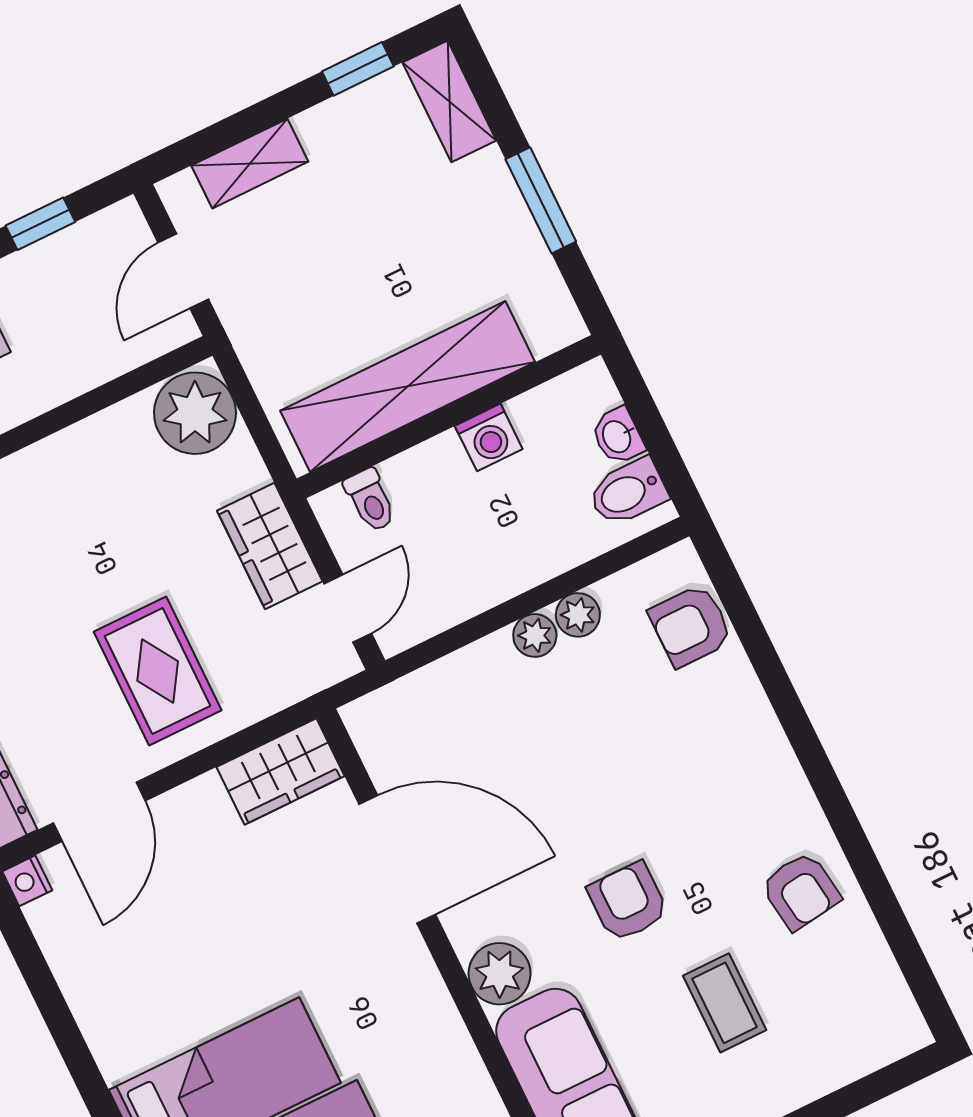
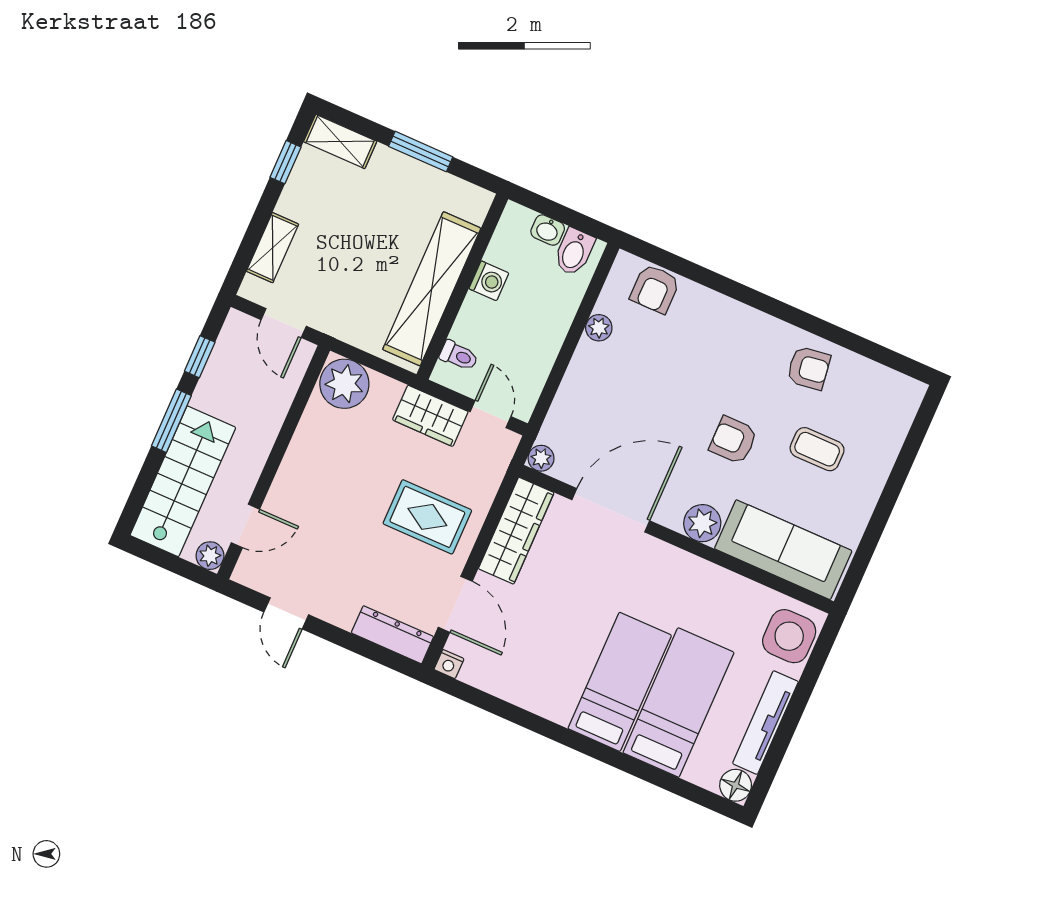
plant: (535, 635) -> (541, 458), moved
wardrobe: (280, 771) -> (516, 531), width x1.50

